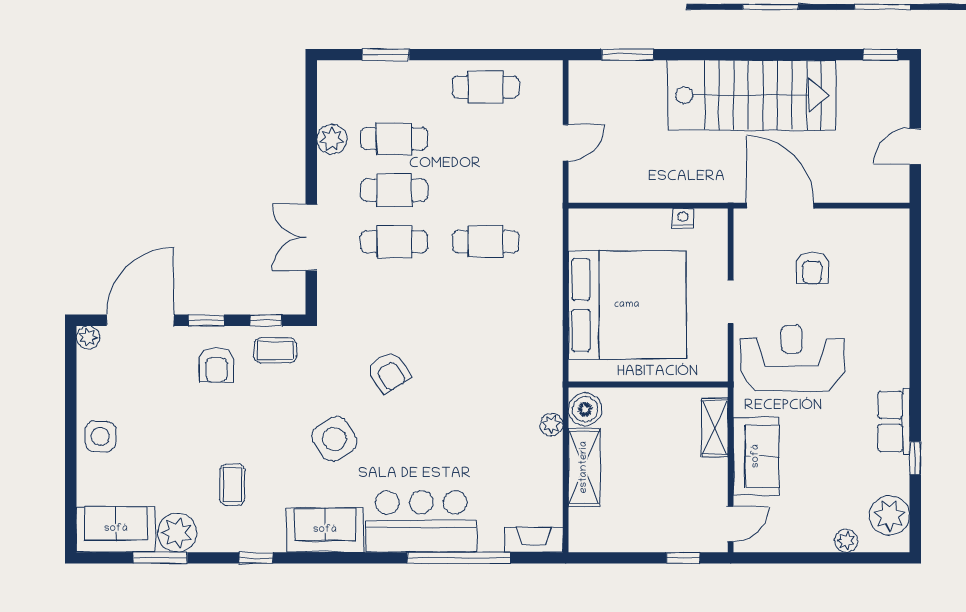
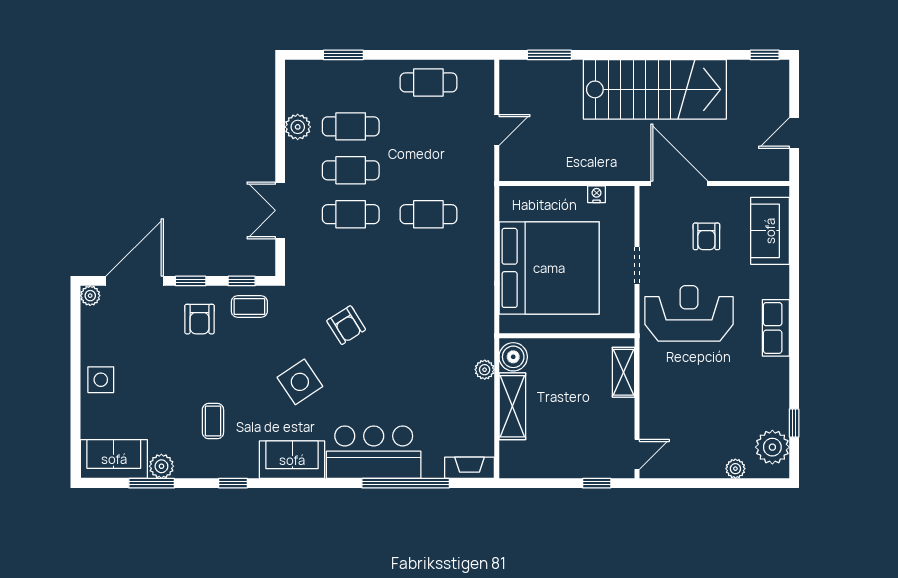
row of seats: (894, 421) -> (776, 328), moved
sofa: (756, 456) -> (770, 231), moved, turned 180
window: (915, 458) -> (794, 423), moved
plant: (177, 533) -> (161, 466), width x0.73, depth x0.73

